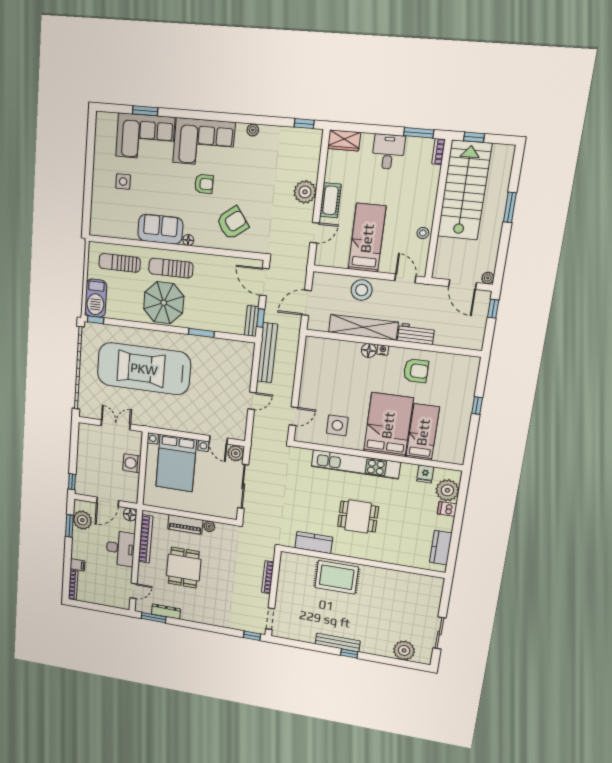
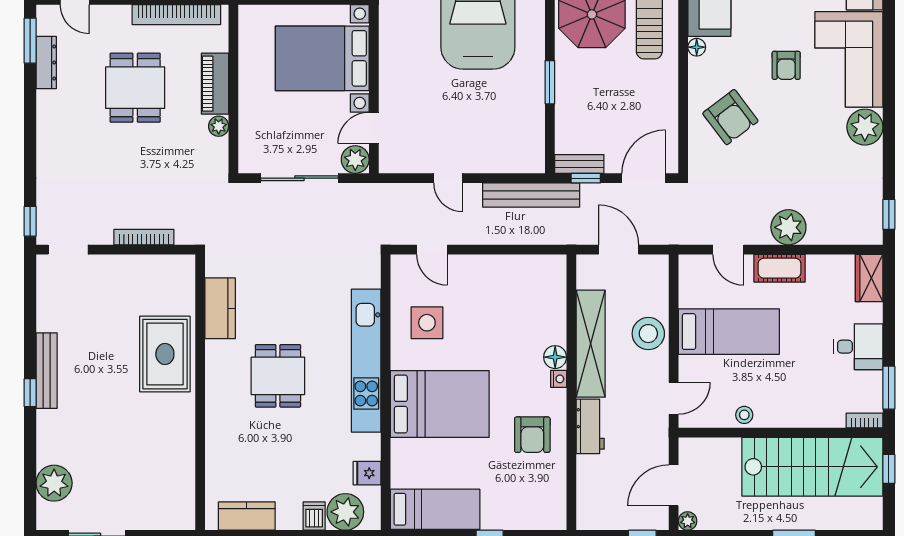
plant: (253, 130) -> (865, 127), width x1.88, depth x1.88
bed: (423, 432) -> (435, 509), moved
dining table: (184, 568) -> (135, 88), turned 90

